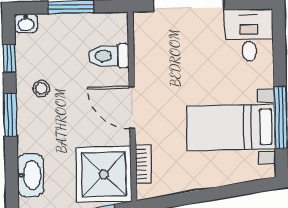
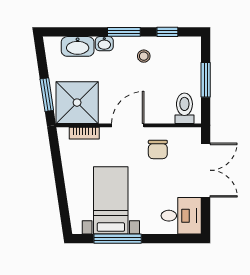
washbasin: (26, 23) -> (104, 44), moved, turned -90
toilet: (109, 56) -> (184, 108), moved
chair: (163, 68) -> (158, 149), added

